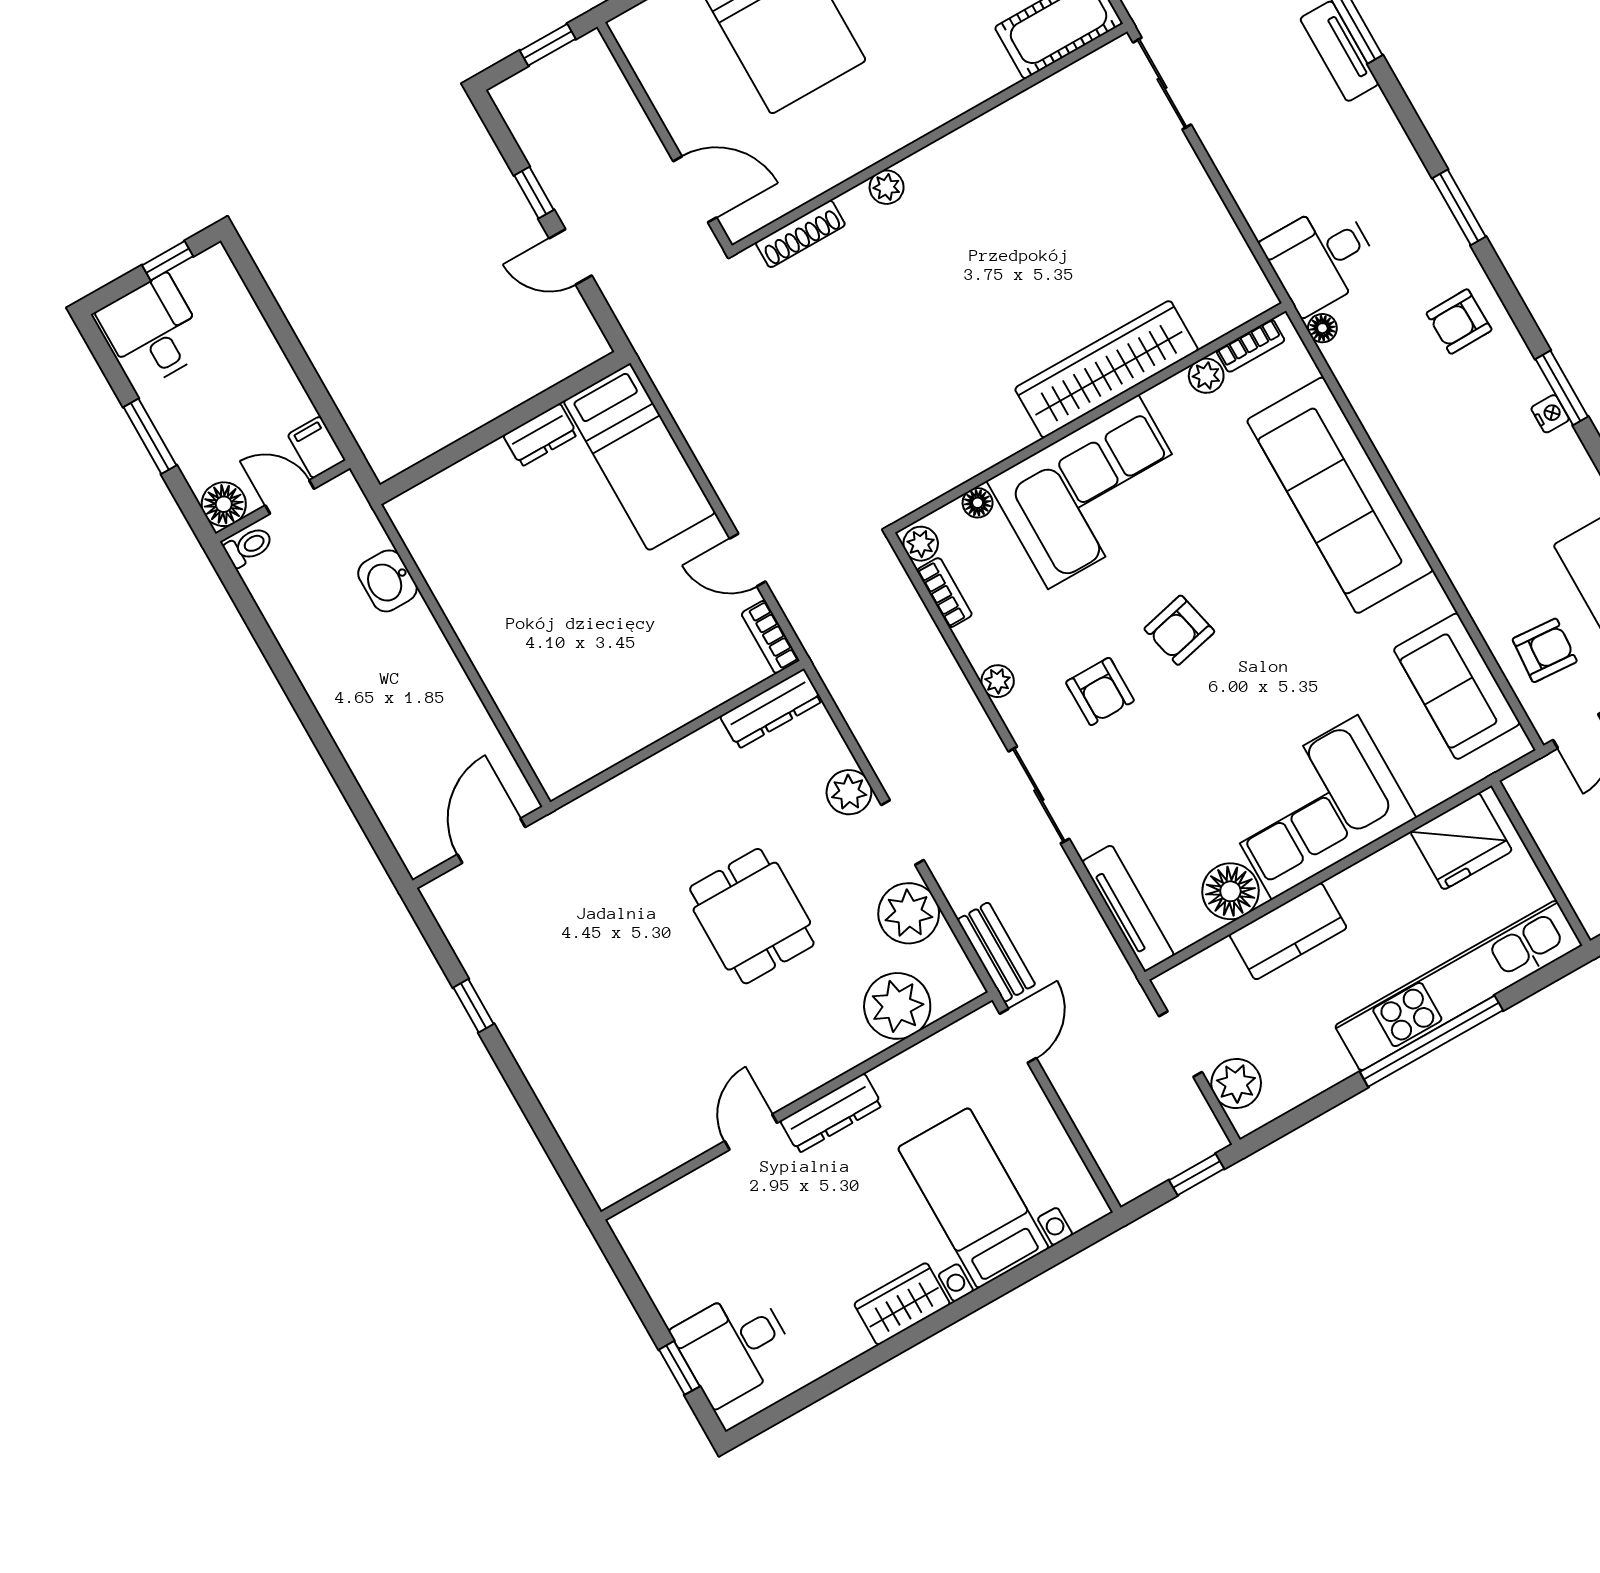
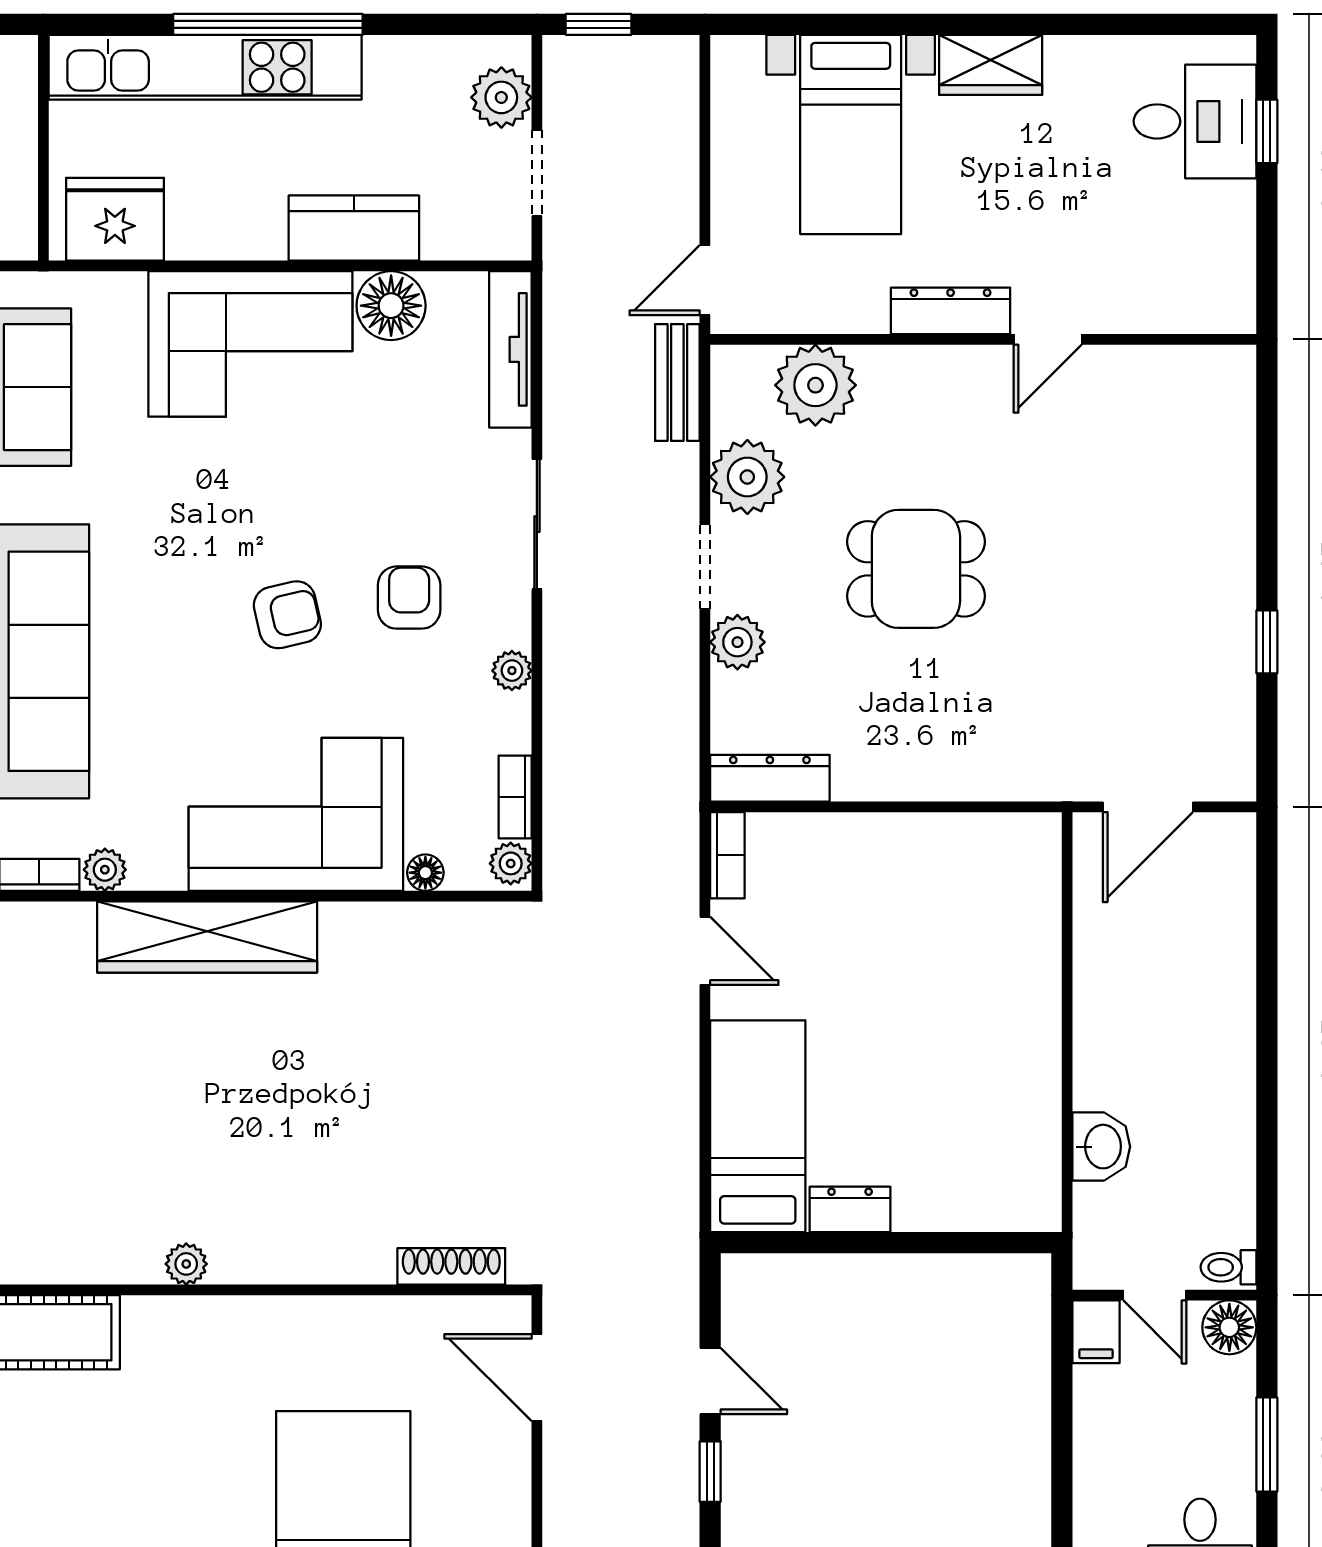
plant: (887, 187) -> (186, 1264), moved
dining table: (752, 916) -> (916, 569), turned 90

